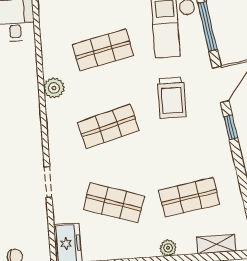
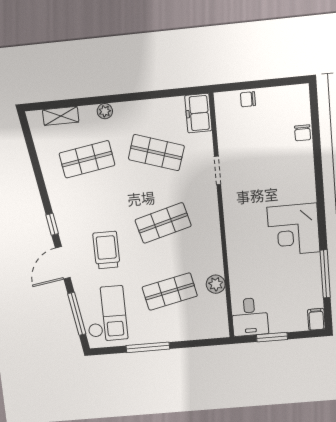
plant: (54, 88) -> (216, 284), moved

